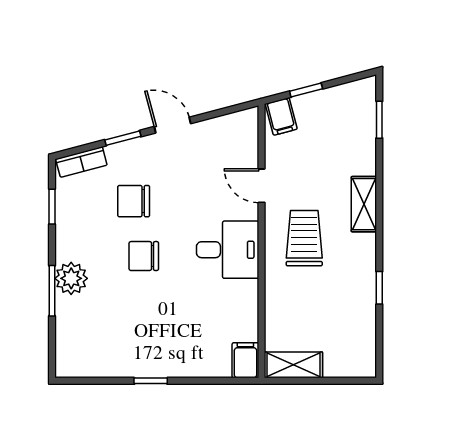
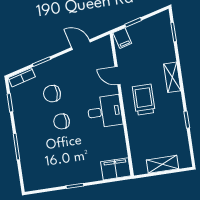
door: (172, 125) -> (81, 45), moved
plant: (71, 278) -> (25, 139), removed
filing cabinet: (245, 360) -> (116, 169), width x2.00
shelving: (293, 365) -> (163, 164), moved

